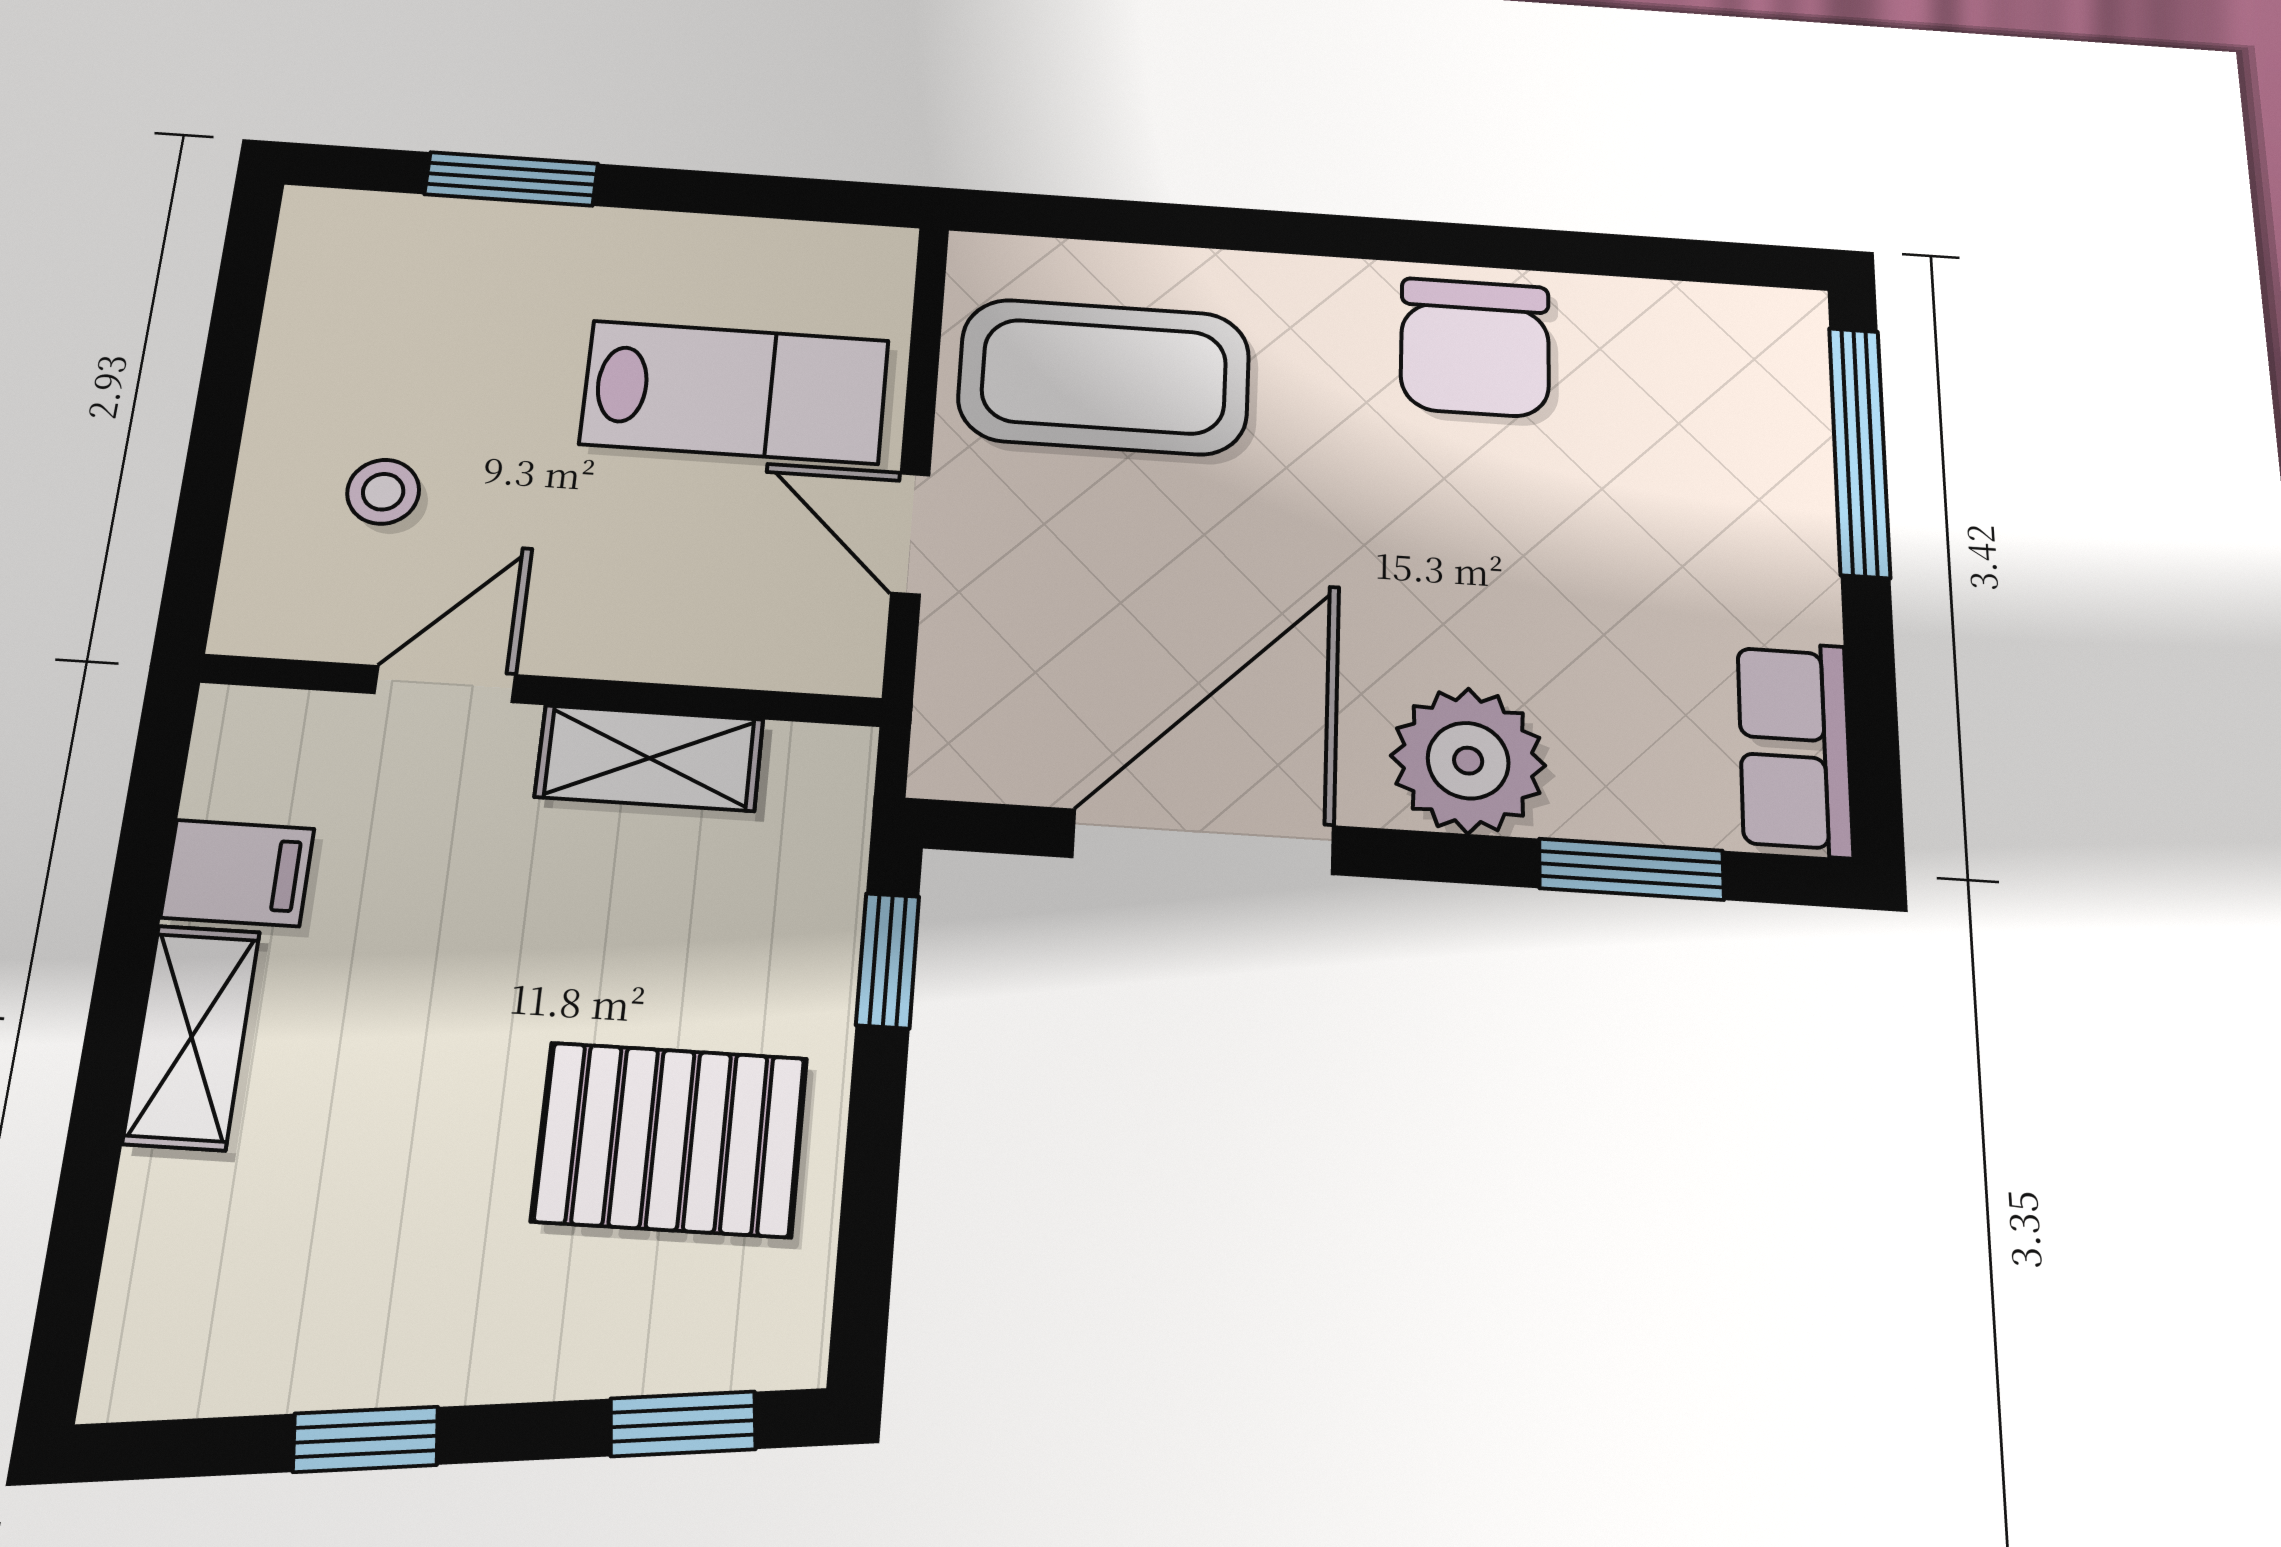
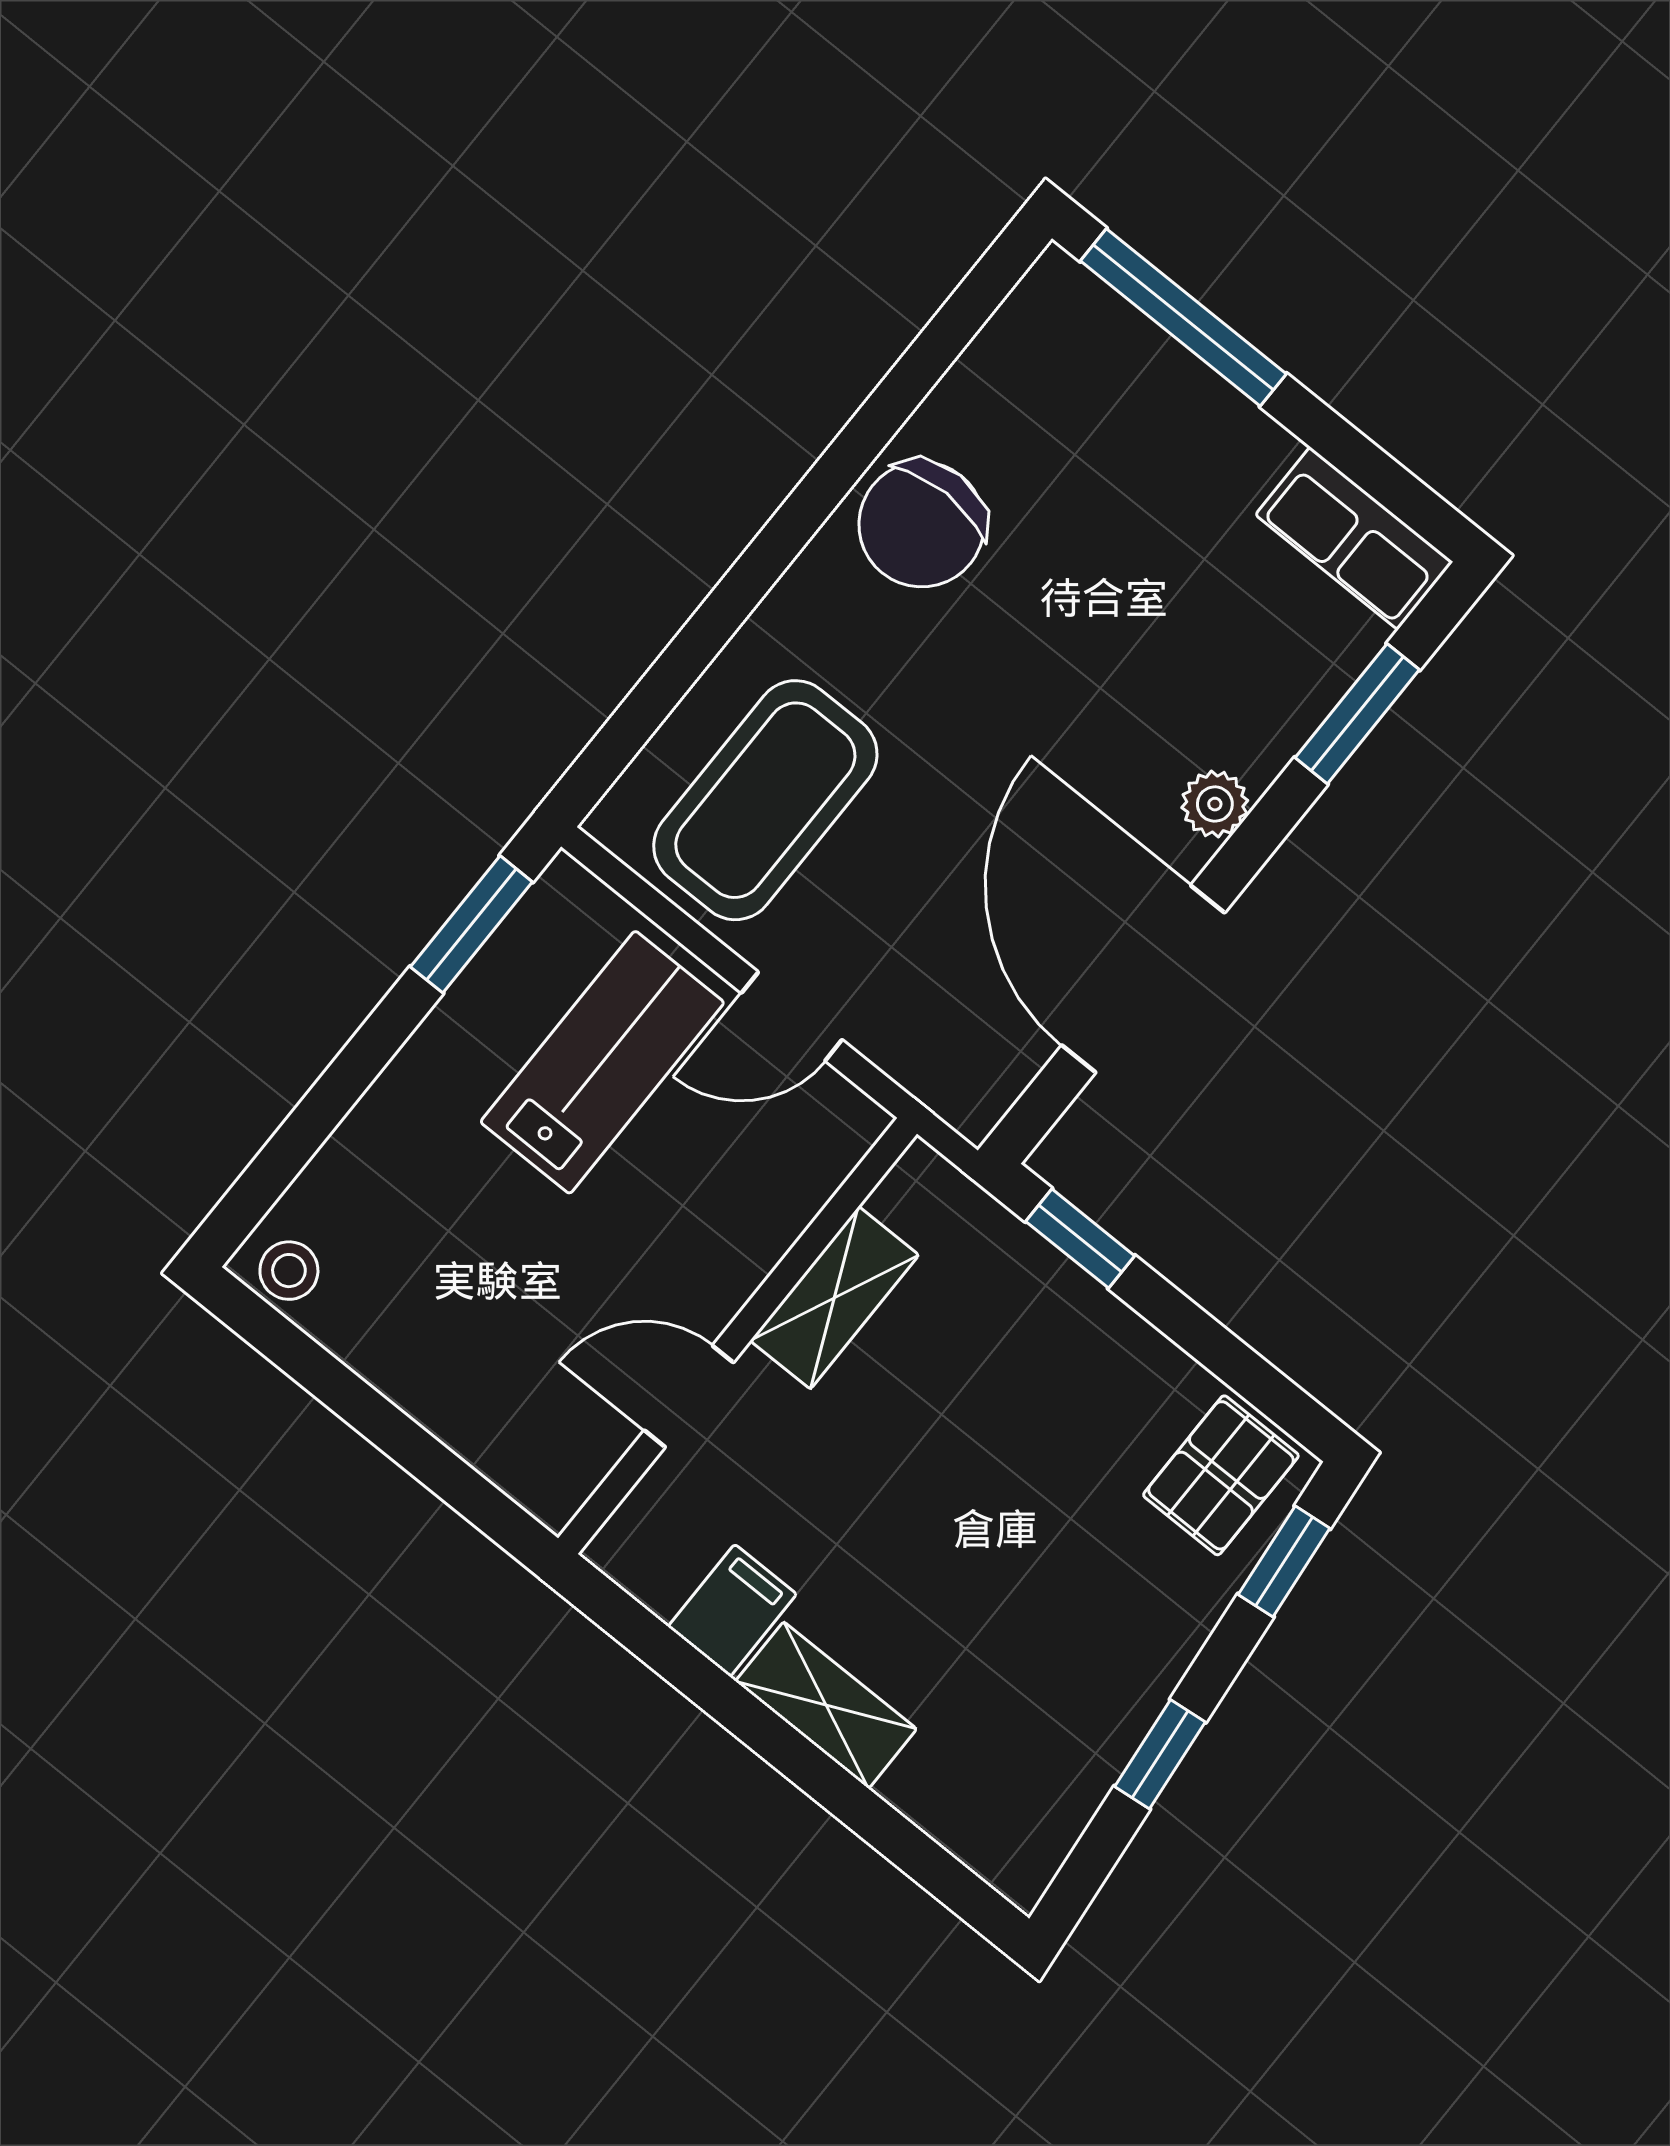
window: (511, 179) -> (471, 924), moved
chair: (1475, 348) -> (922, 524), turned 90
stool: (383, 492) -> (289, 1271), moved
door: (445, 684) -> (689, 1396), hinge flipped
plant: (1468, 761) -> (1215, 804), width x0.53, depth x0.53
pallet: (670, 1139) -> (1221, 1475), moved, width x0.67, depth x0.71

